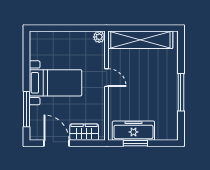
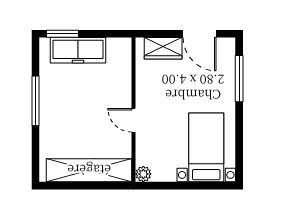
bed with nightstands: (56, 83) -> (206, 147), moved, turned 90
freezer: (133, 131) -> (78, 50), moved
window: (135, 143) -> (63, 34), moved

